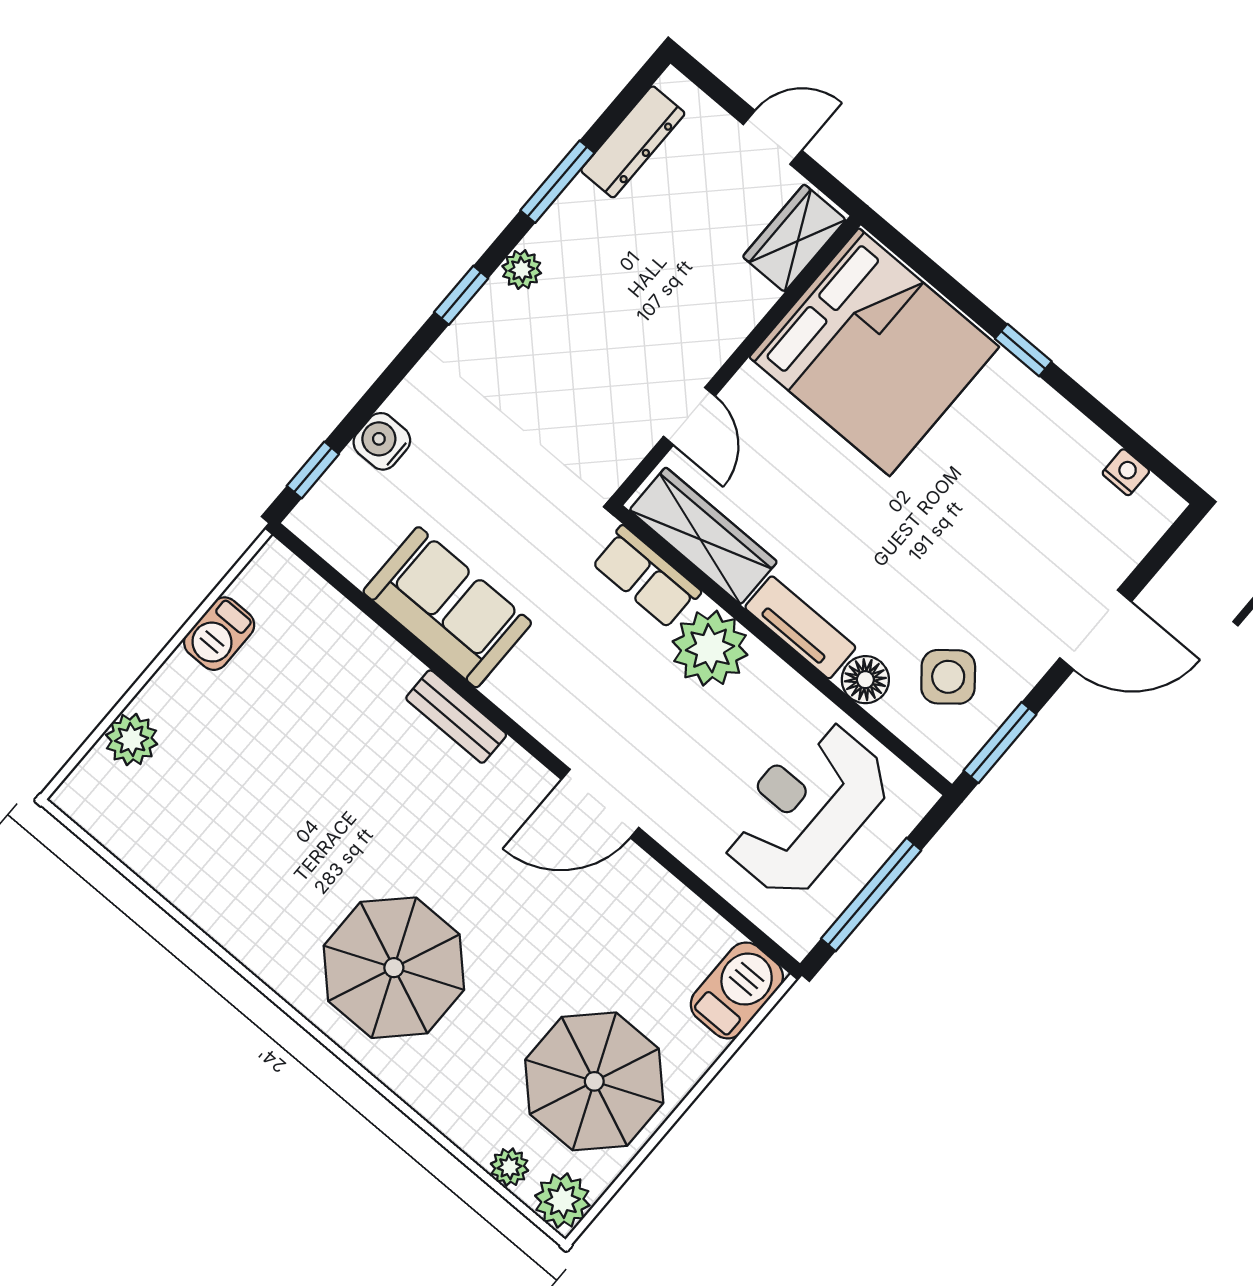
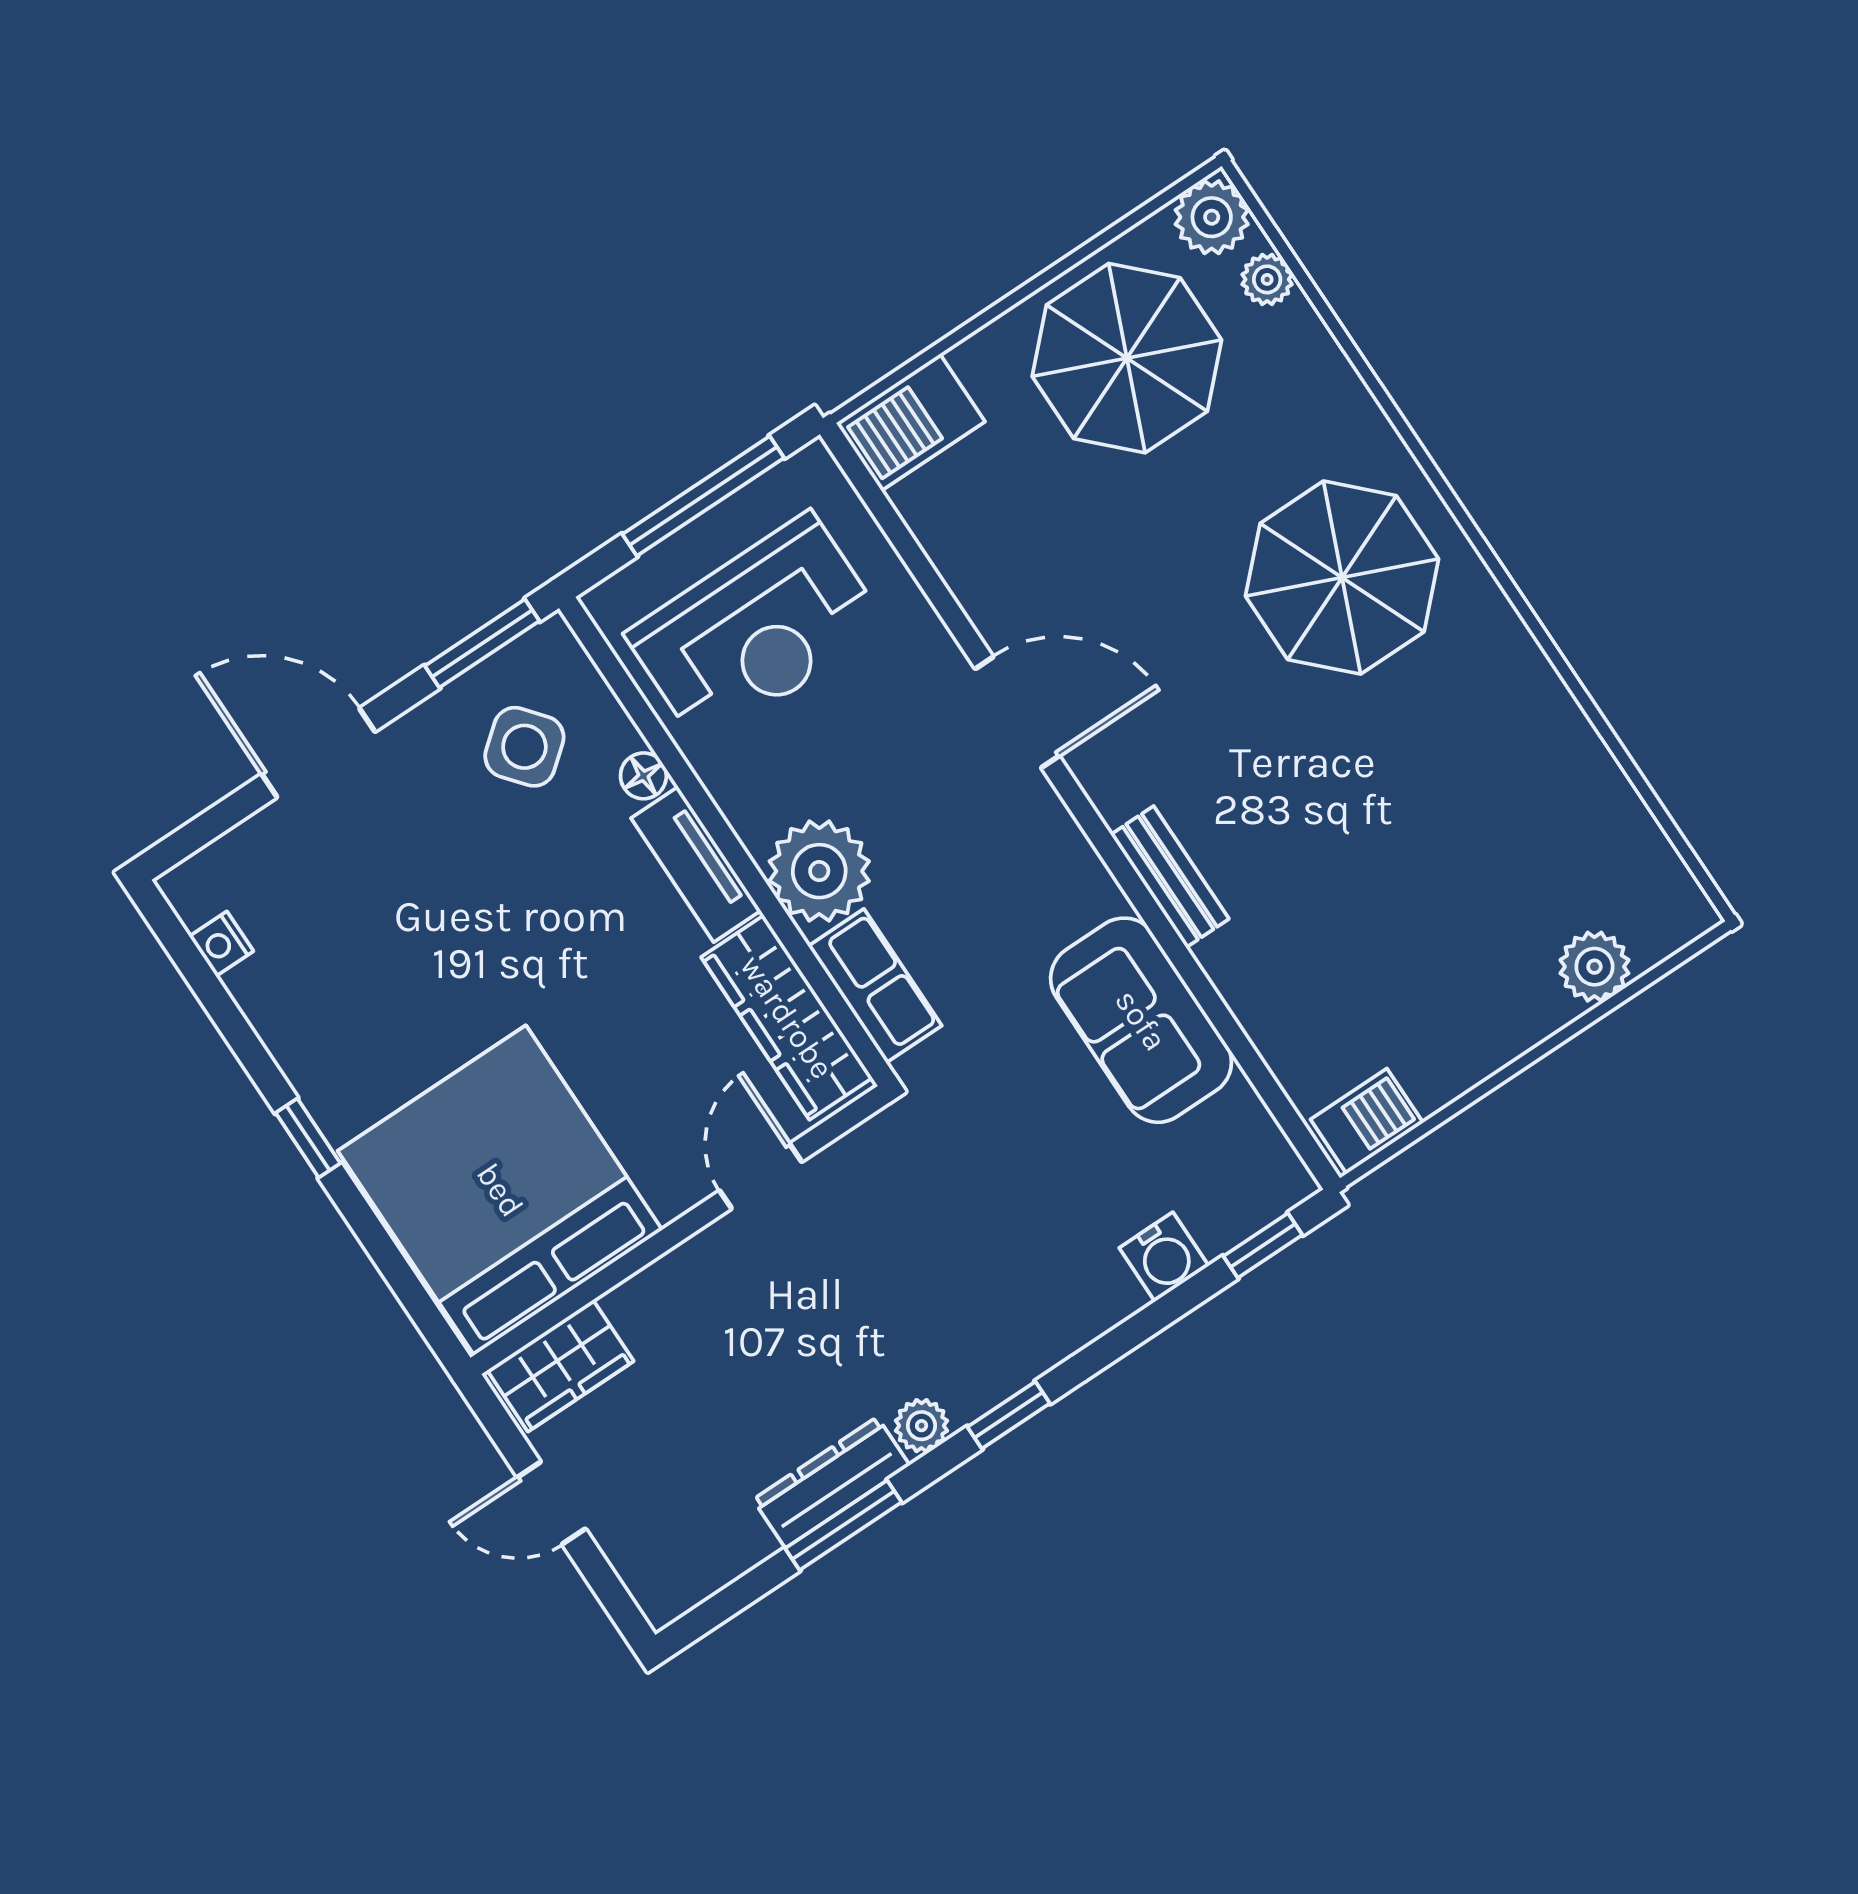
dresser: (633, 142) -> (831, 1482), moved
barbecue: (219, 634) -> (1367, 1121), moved
floor lamp: (865, 680) -> (643, 776), width x0.73, depth x0.73

